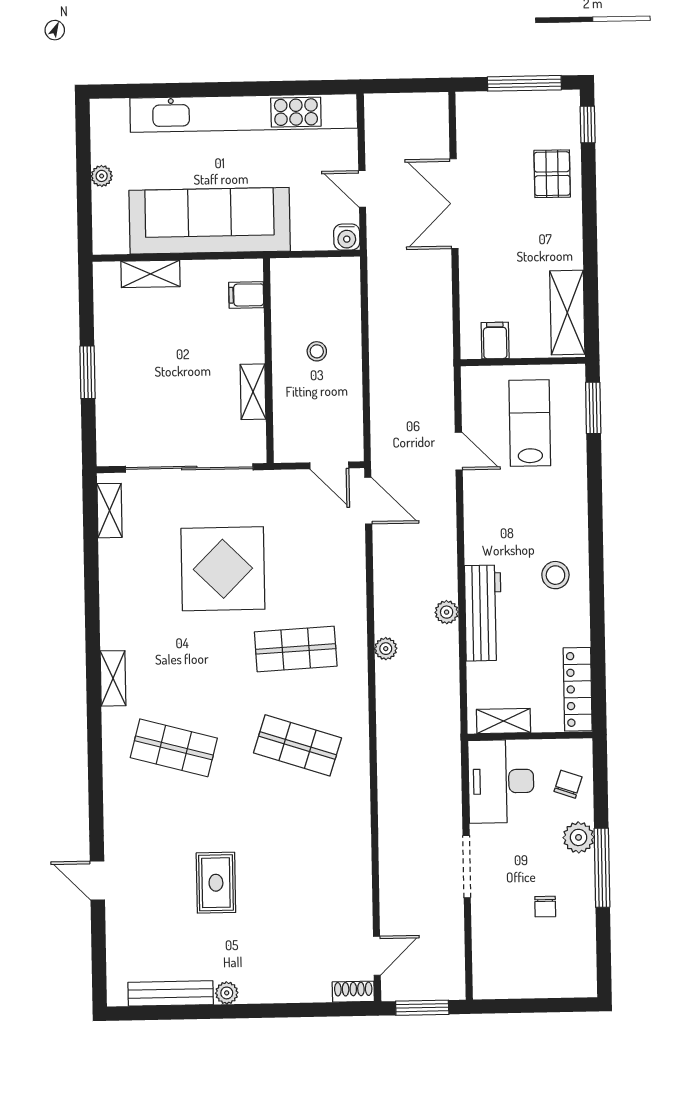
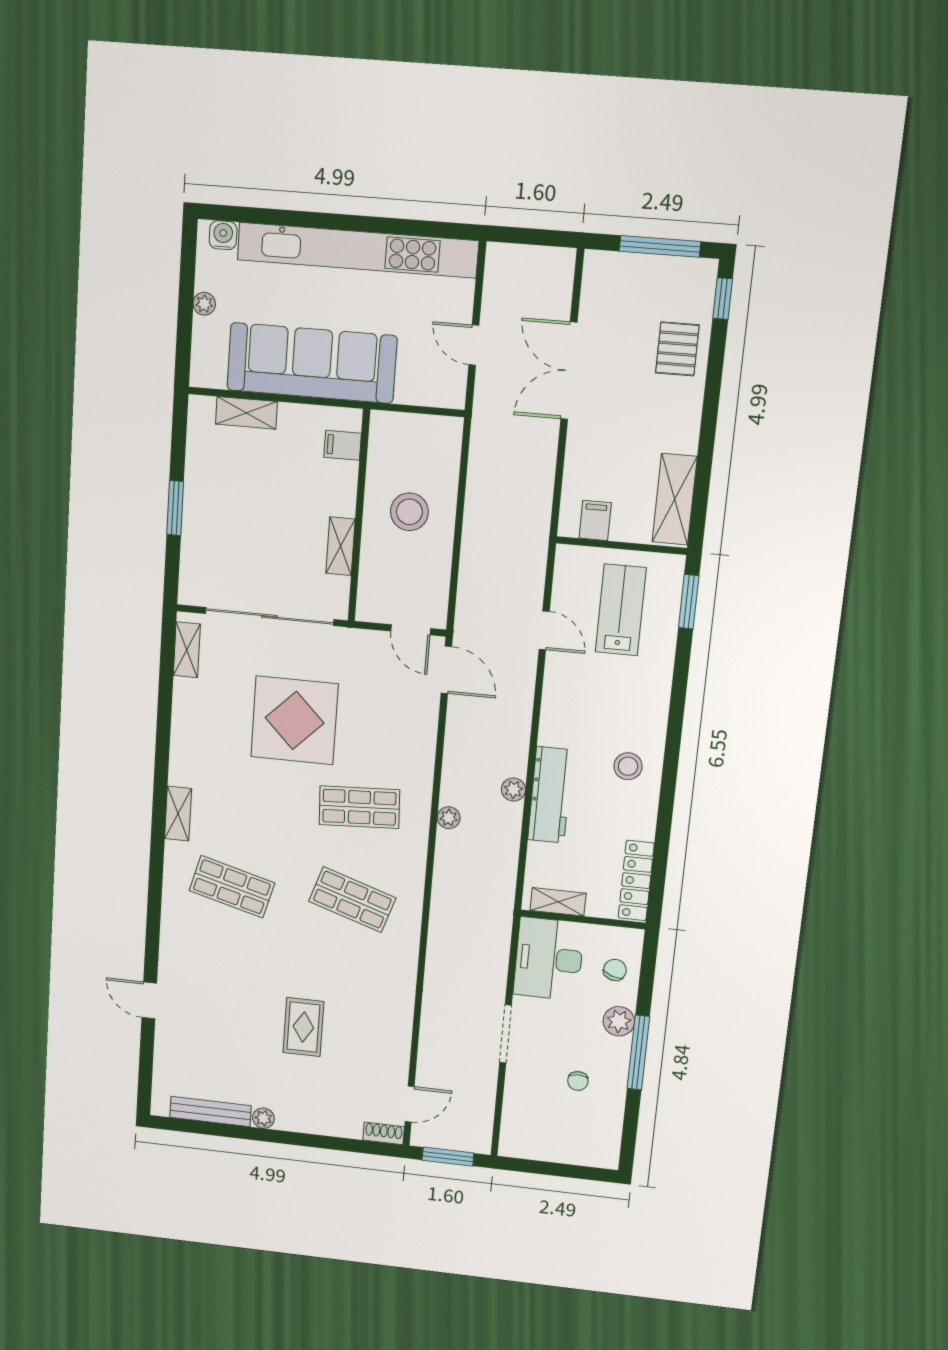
water cooler: (347, 237) -> (223, 235), moved, turned 180
stool: (317, 351) -> (409, 512), width x1.89, depth x1.89
rug: (216, 883) -> (303, 1027), moved

